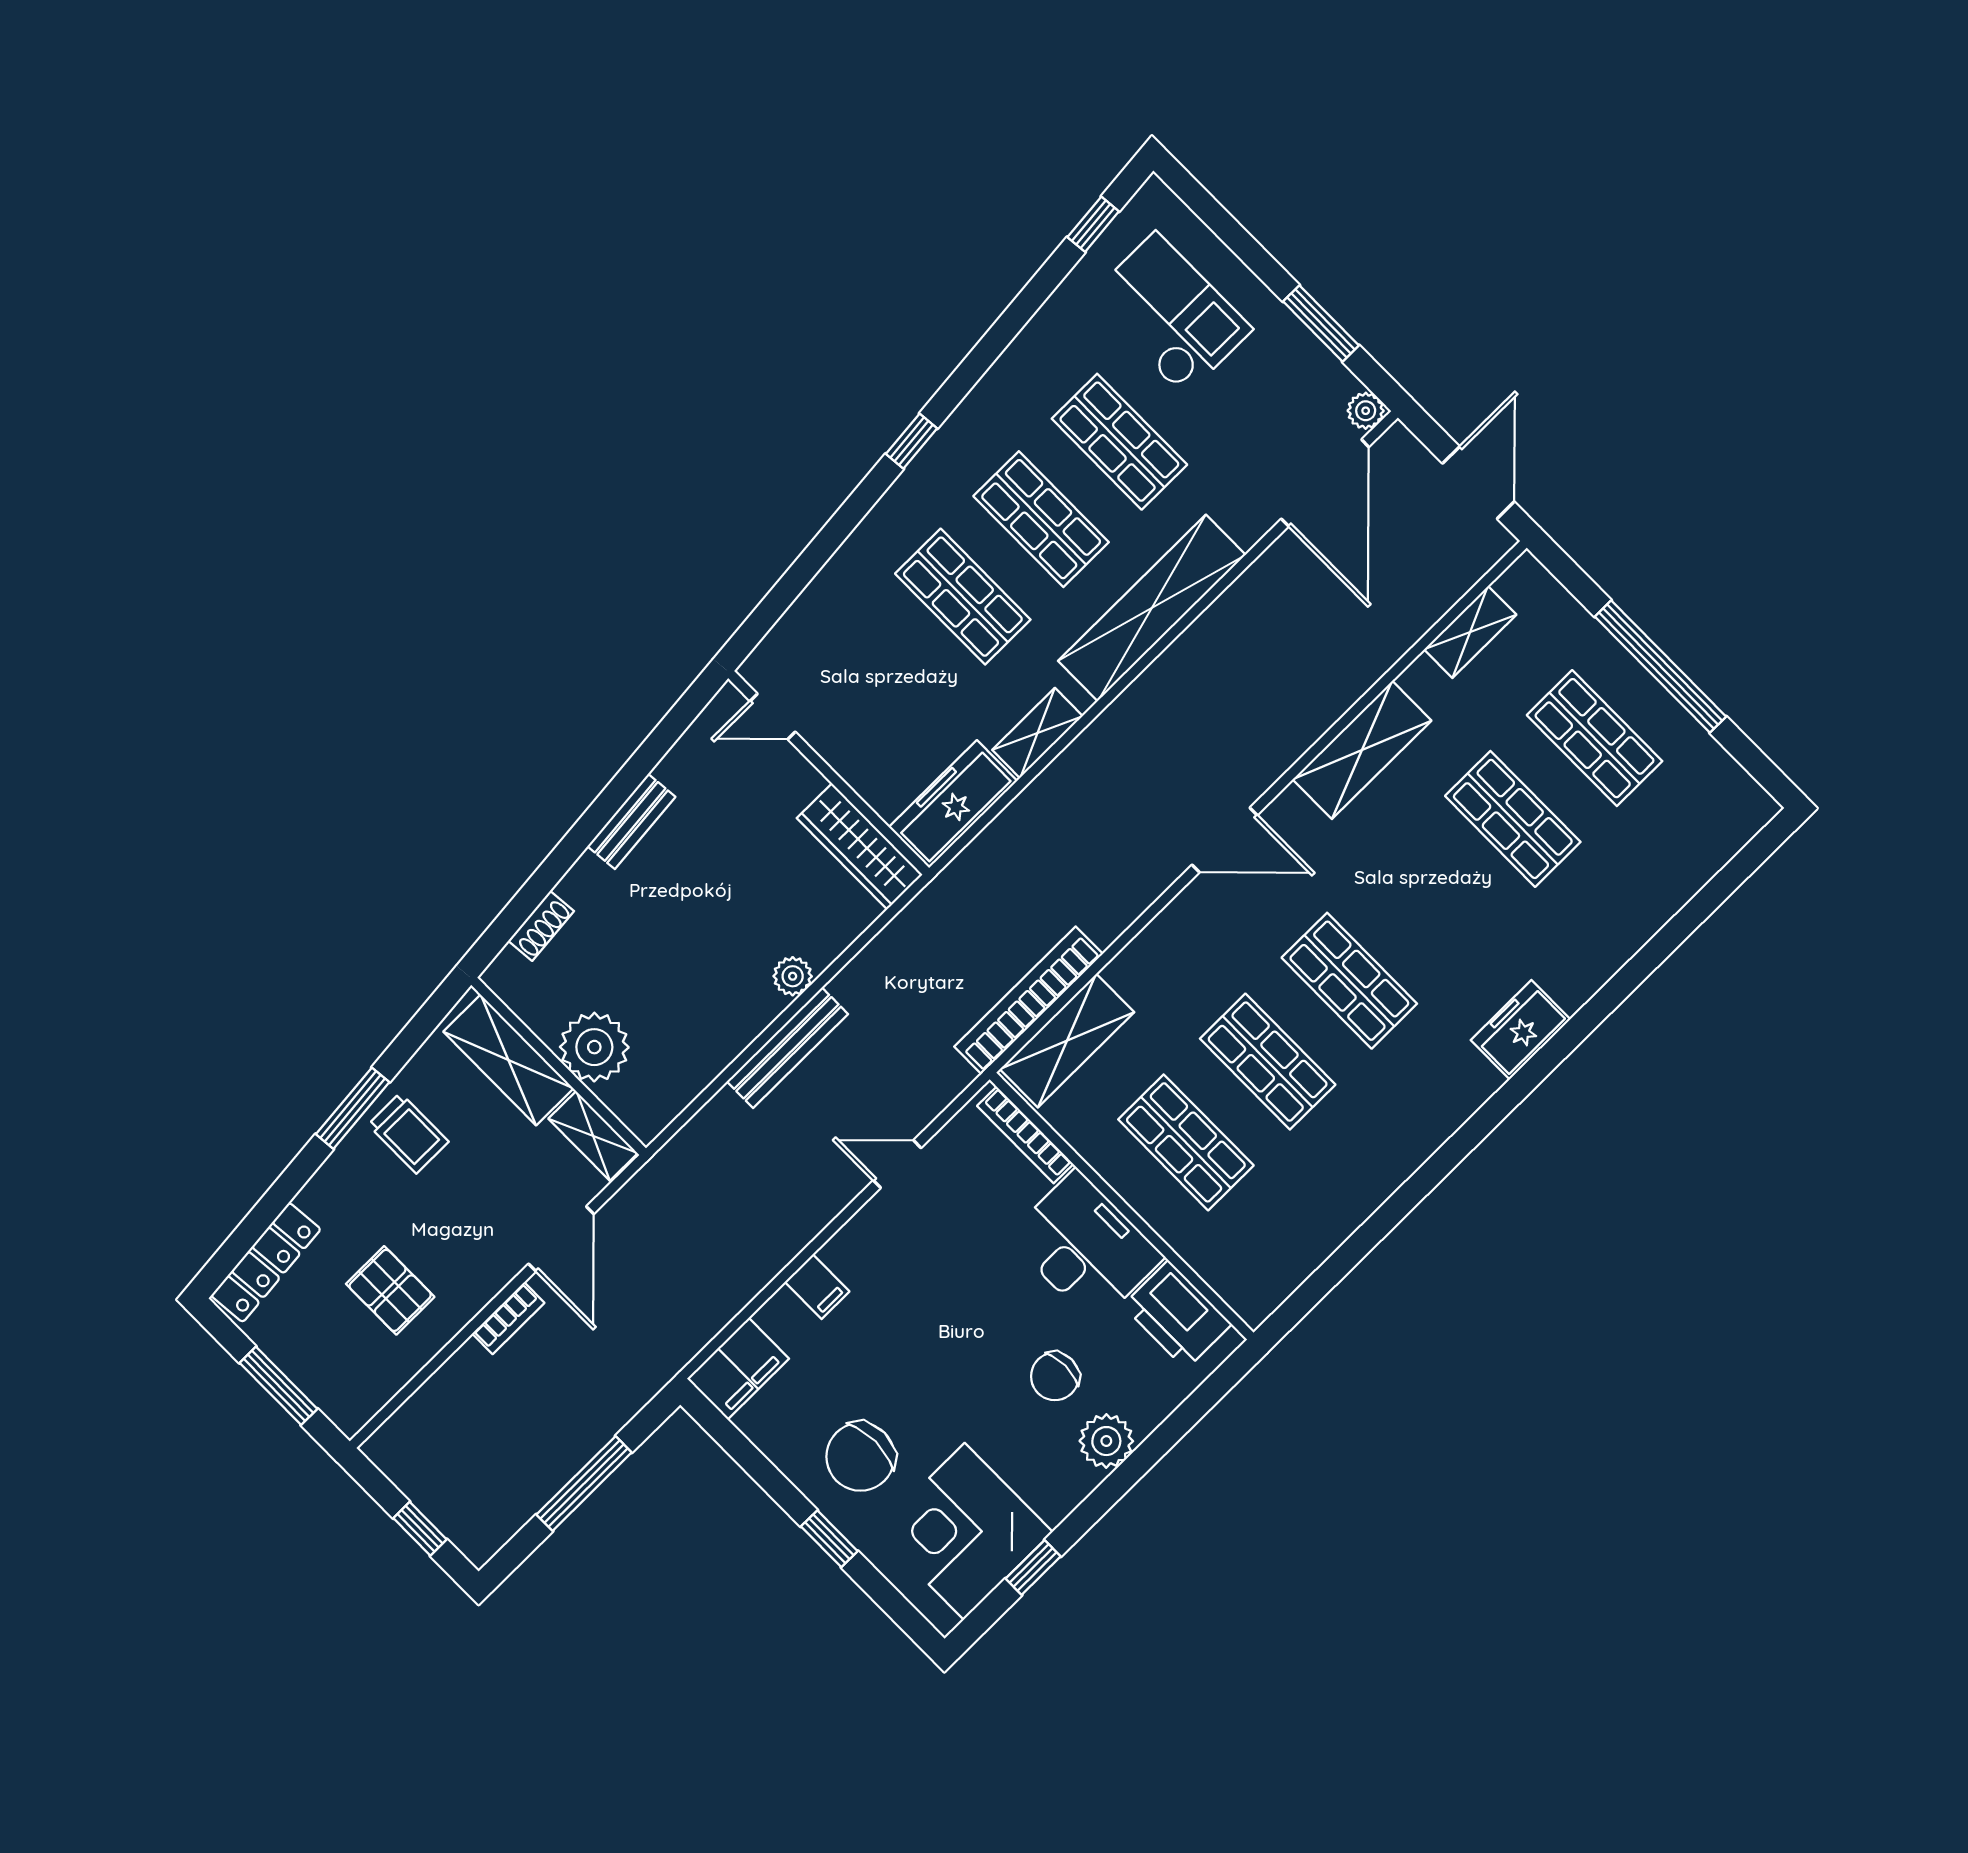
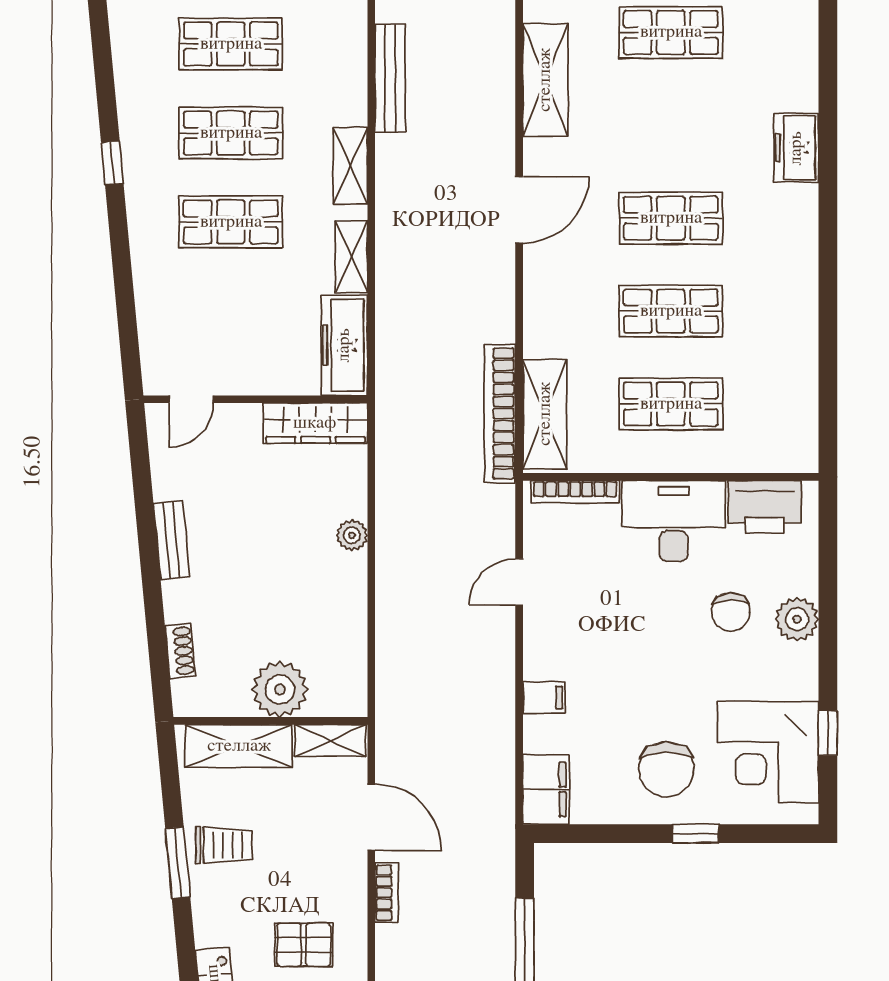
shelving: (1152, 608) -> (350, 166), width x0.45, depth x0.75
bench: (787, 1048) -> (390, 78), moved

